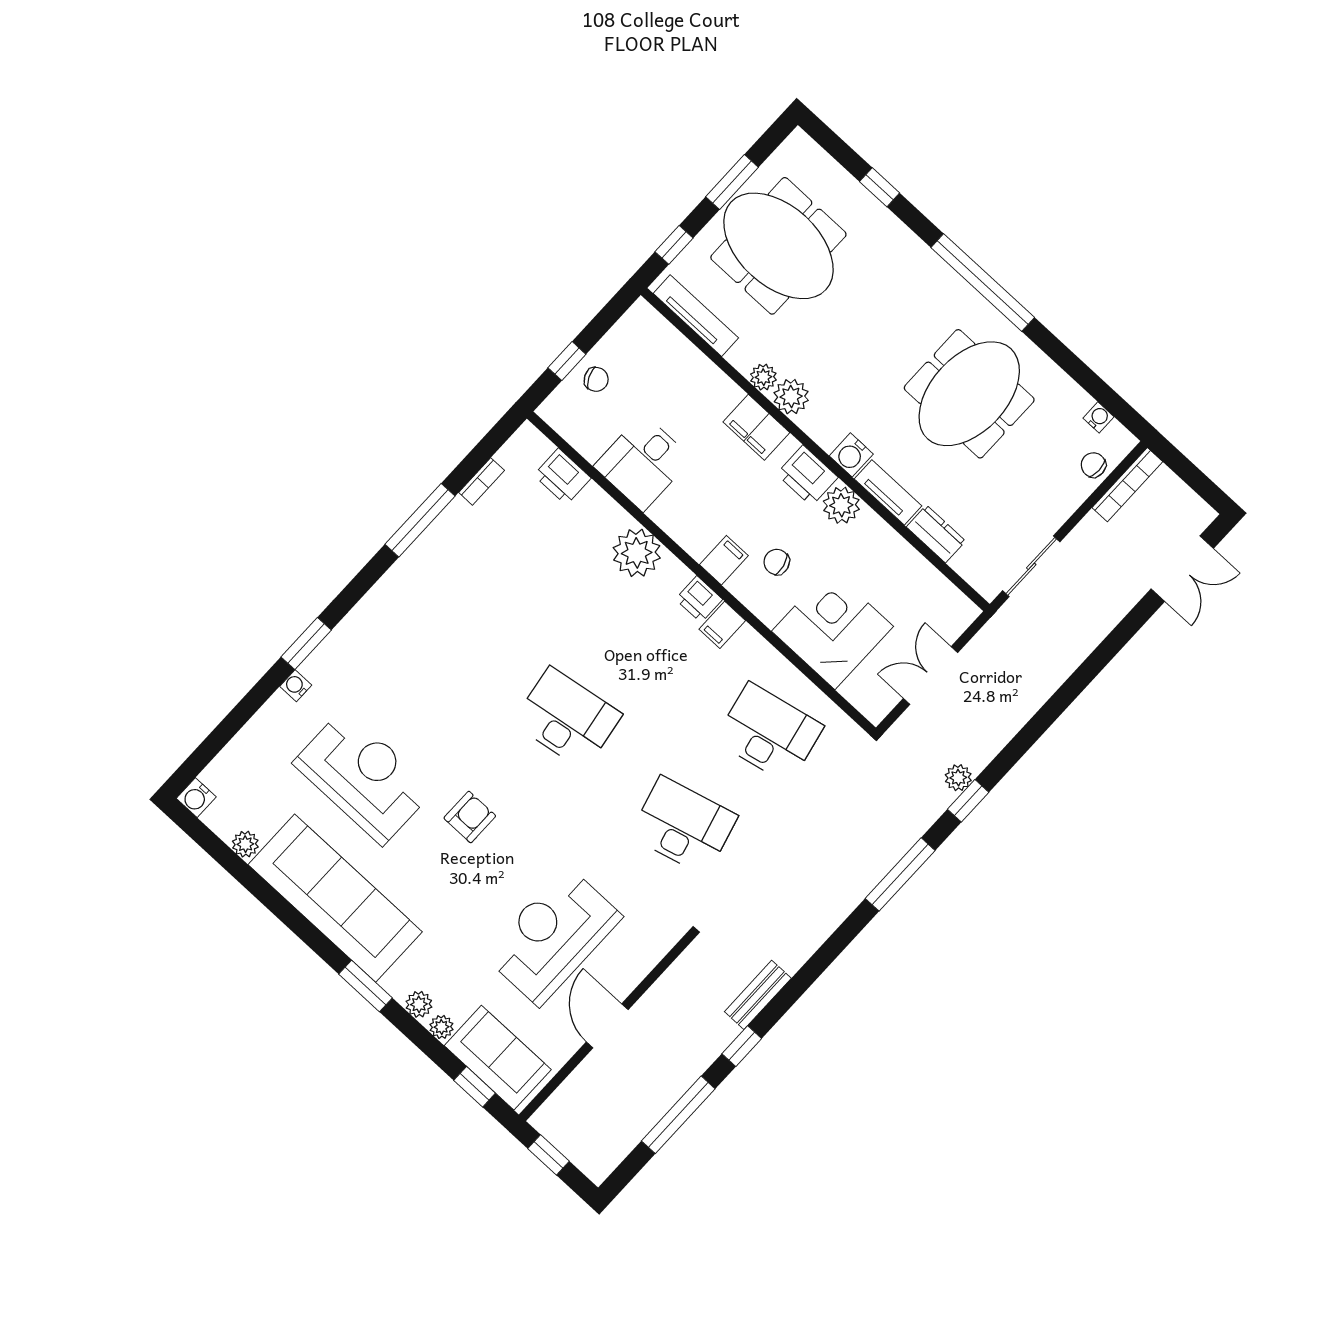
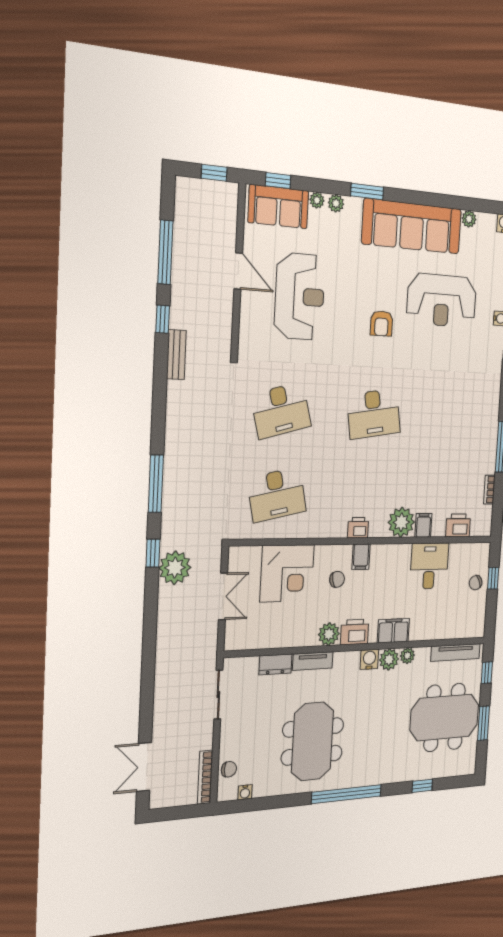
water cooler: (851, 455) -> (369, 659), moved
filing cabinet: (722, 625) -> (423, 525), moved
plant: (958, 778) -> (175, 568), width x1.87, depth x1.87

